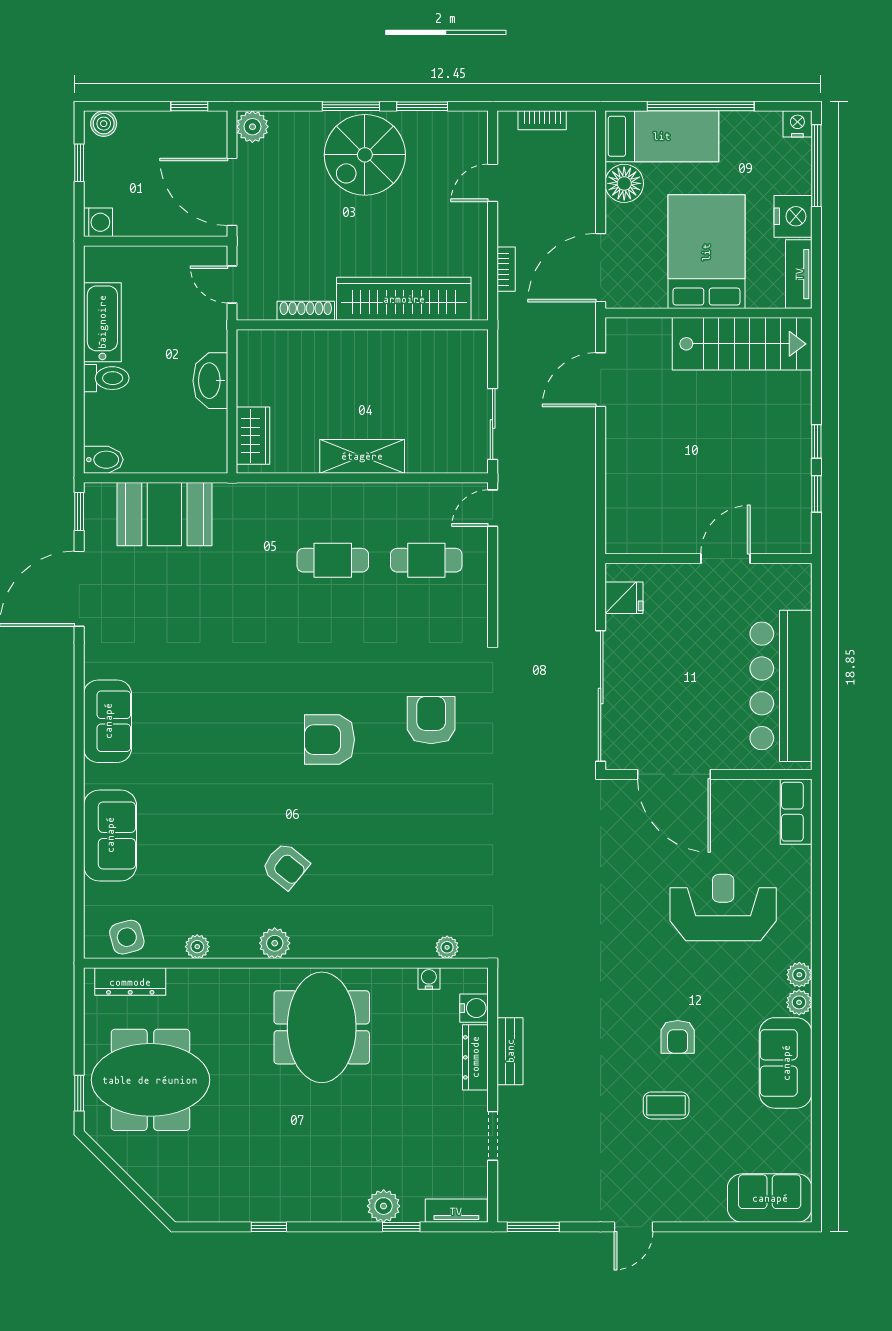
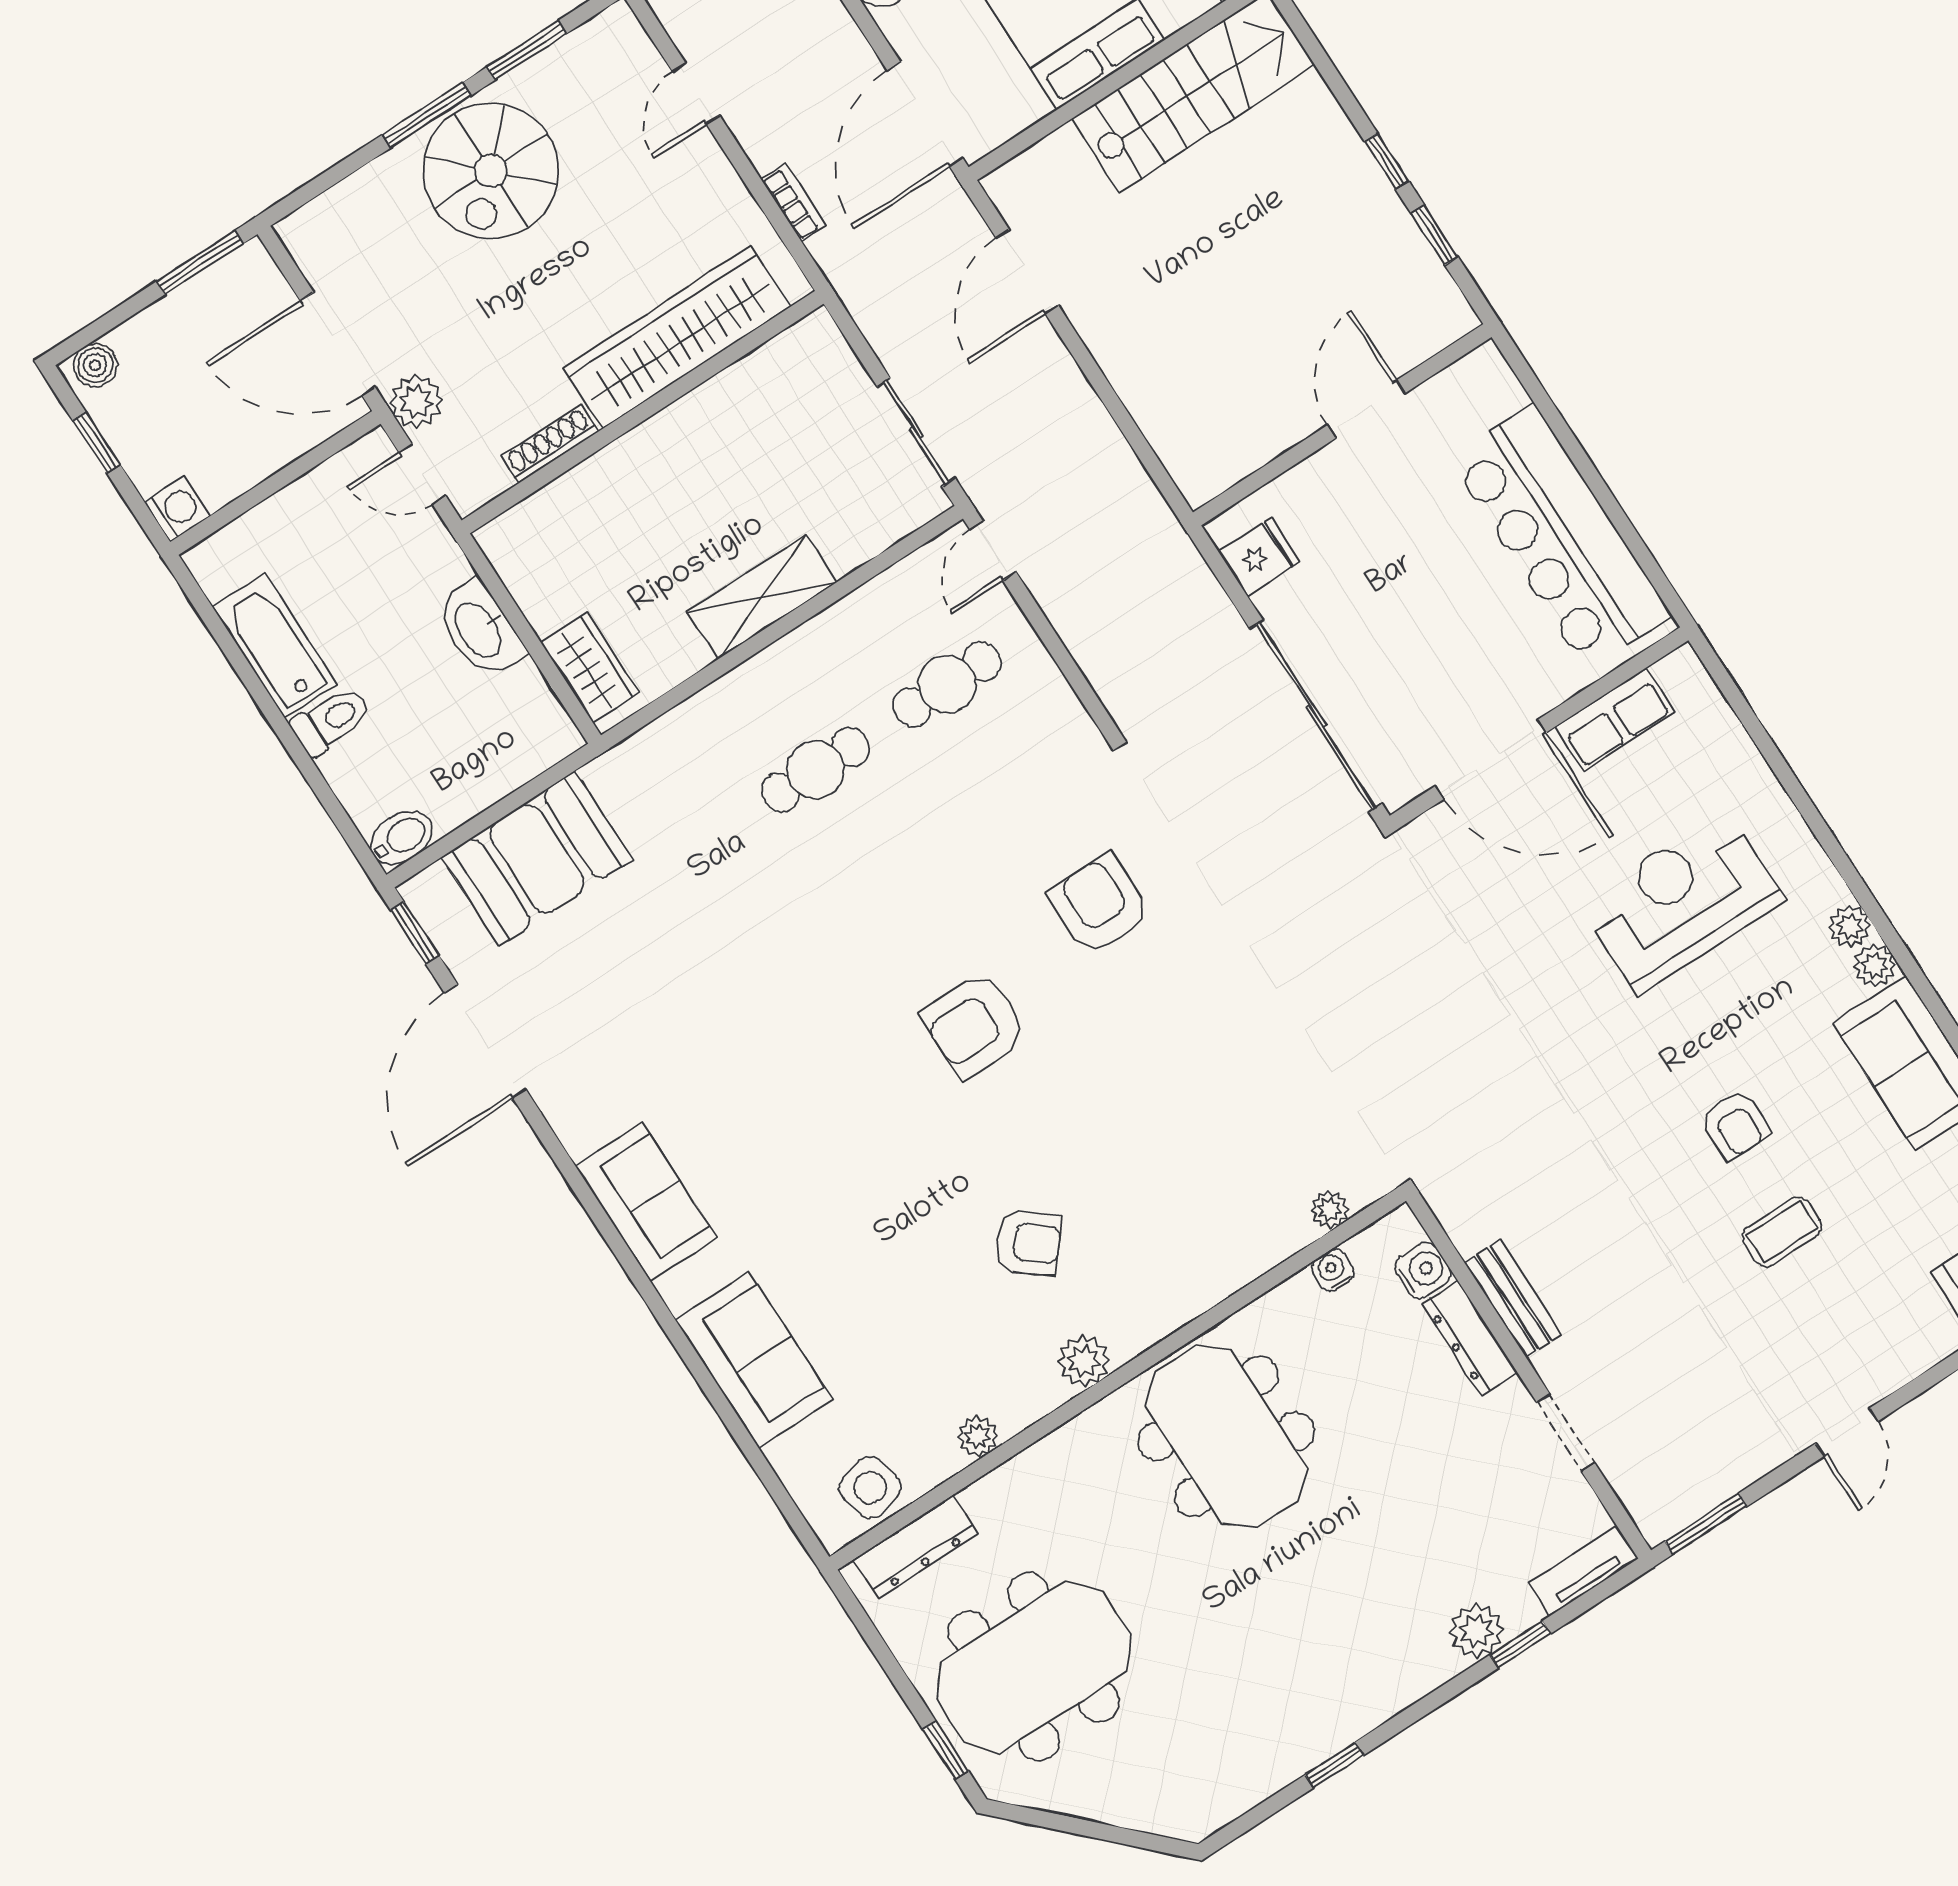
window: (189, 106) -> (200, 263), width x1.50
plant: (252, 127) -> (416, 401), moved
row of seats: (796, 812) -> (1615, 719), moved, turned -90

